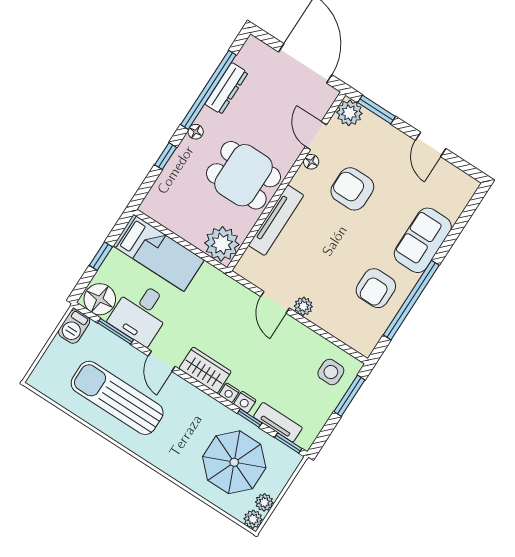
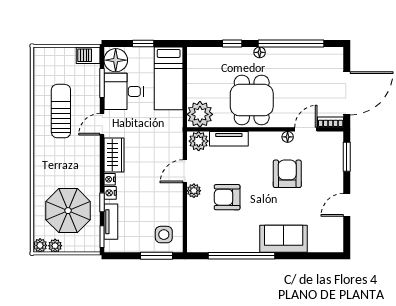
dresser: (226, 88) -> (299, 54), removed
bookcase: (326, 103) -> (331, 122), added
plant: (349, 113) -> (199, 141), moved
tv unit: (276, 220) -> (229, 139), width x0.71
armchair: (376, 288) -> (227, 197), moved
sun lounger: (117, 398) -> (61, 111), width x0.73, depth x0.75

